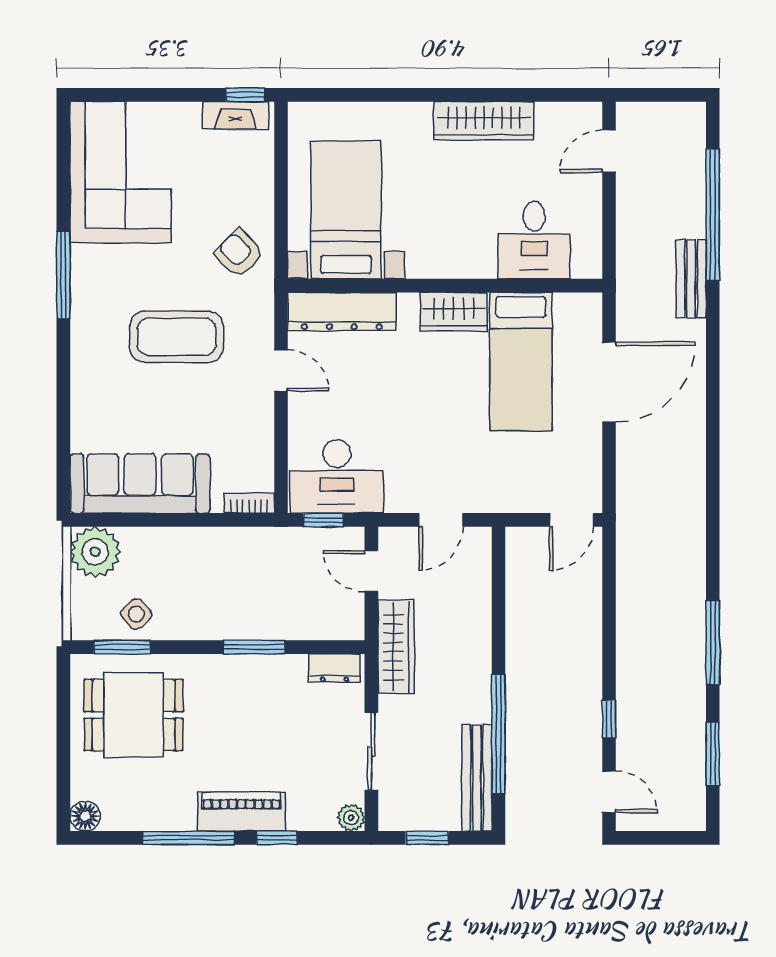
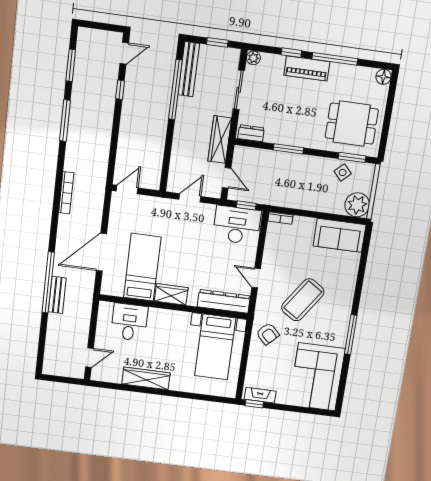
window: (713, 215) -> (48, 282), moved
coffee table: (177, 337) -> (303, 300), turned -56
sofa: (140, 484) -> (340, 235), width x0.73
bookcase: (695, 497) -> (66, 193), added
door: (609, 792) -> (124, 53), swing flipped

